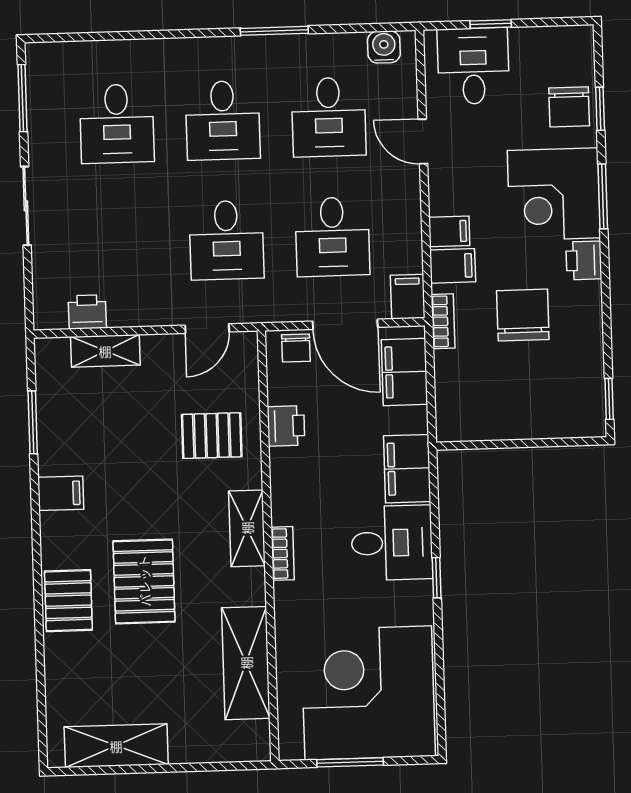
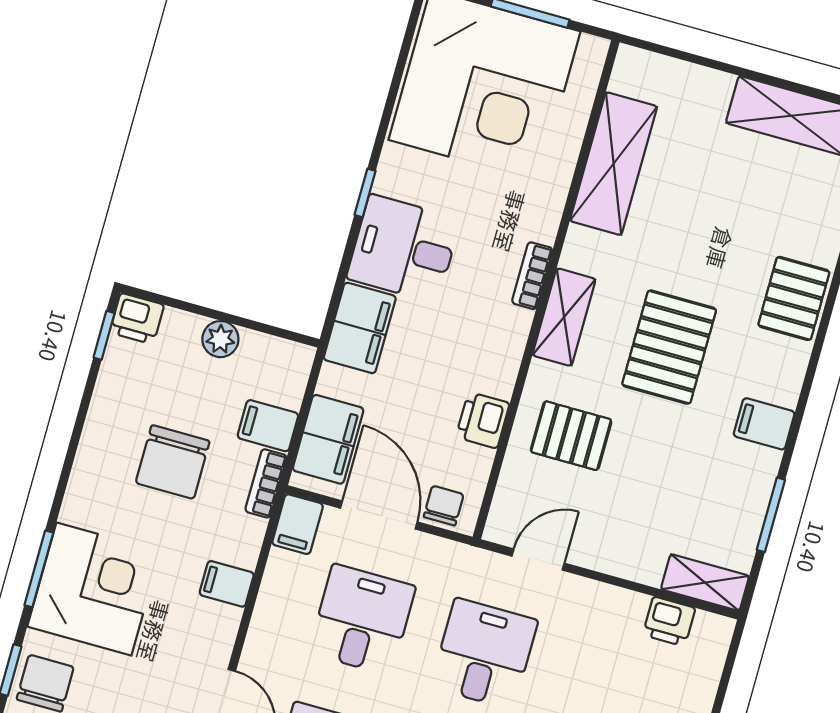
printer: (584, 260) -> (137, 319), moved, turned 90
filing cabinet: (453, 266) -> (268, 426), moved
shelving: (105, 351) -> (705, 583), moved
plant: (515, 425) -> (220, 339), added
pallet: (144, 581) -> (669, 347), moved

